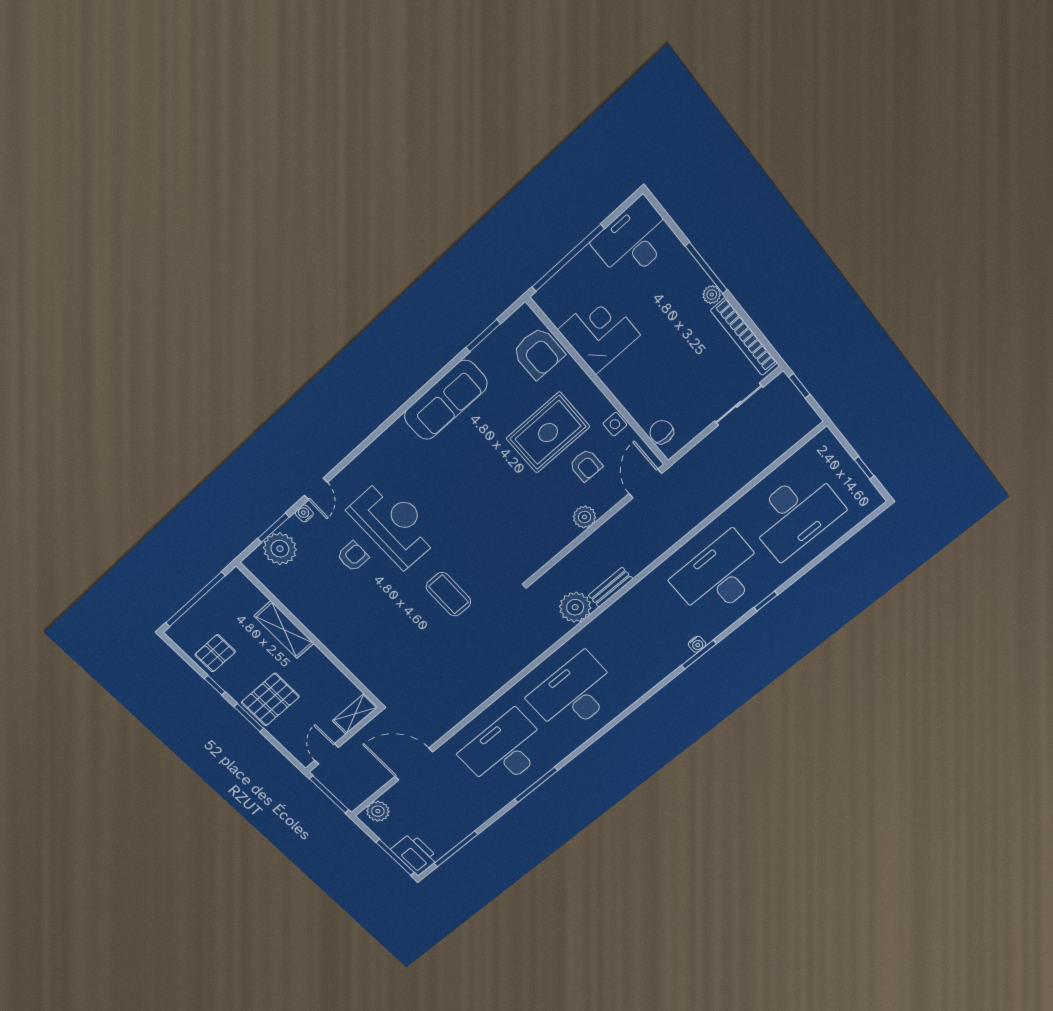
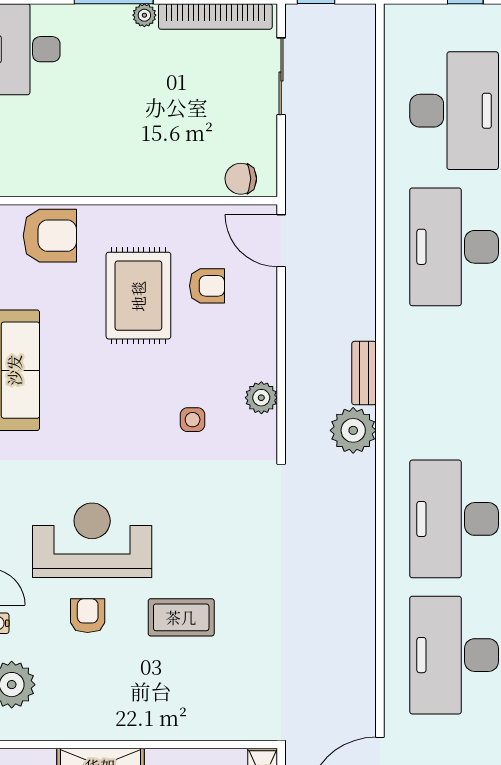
corner desk: (599, 332) -> (83, 158), removed
side table: (615, 424) -> (193, 420), moved
plant: (585, 517) -> (261, 398), moved
coffee table: (448, 594) -> (181, 617), moved

